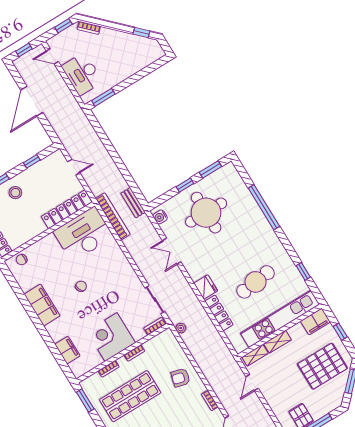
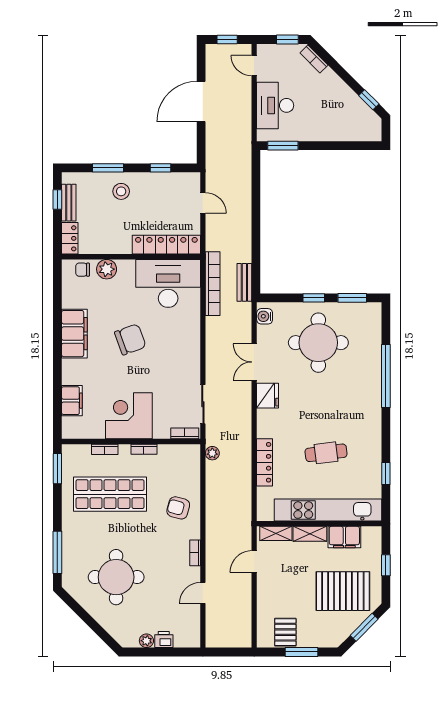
plant: (37, 250) -> (107, 269), added
cafe table: (256, 282) -> (326, 453), width x0.73, depth x0.74
chair: (81, 286) -> (130, 339), width x1.87, depth x1.87
fridge: (206, 287) -> (268, 396), moved
filing cabinet: (315, 322) -> (344, 537), moved

